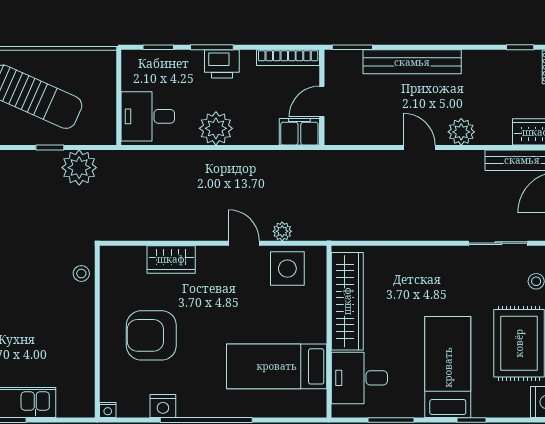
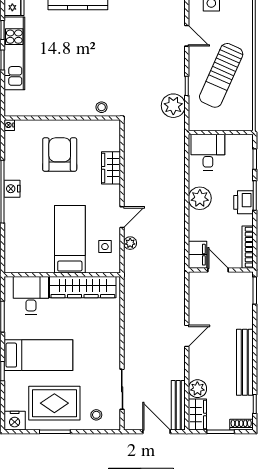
bench: (412, 62) -> (245, 362), moved
plant: (461, 132) -> (197, 389), moved
side table: (287, 269) -> (105, 247), width x0.54, depth x0.54
bed: (277, 366) -> (70, 239), moved
nightstand: (163, 406) -> (12, 189), moved

